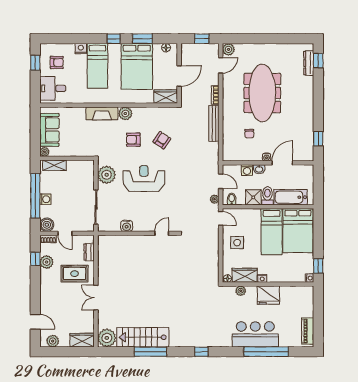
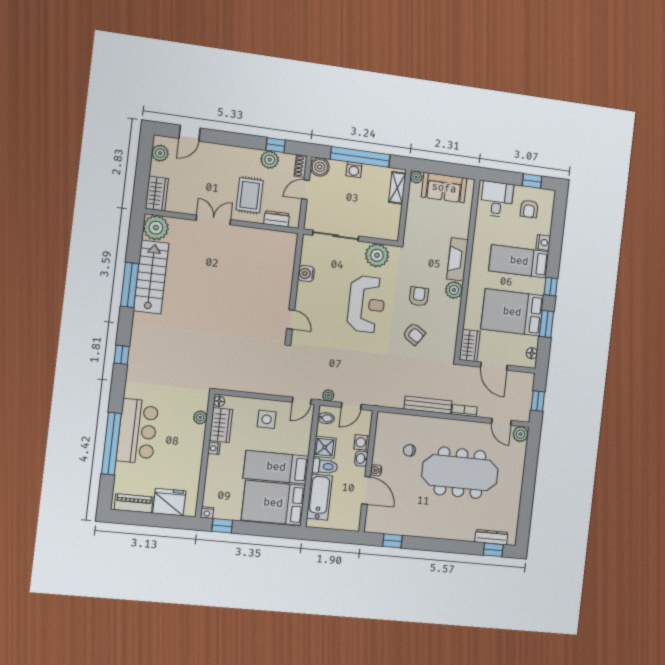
fridge: (268, 295) -> (169, 502), moved, turned 90

